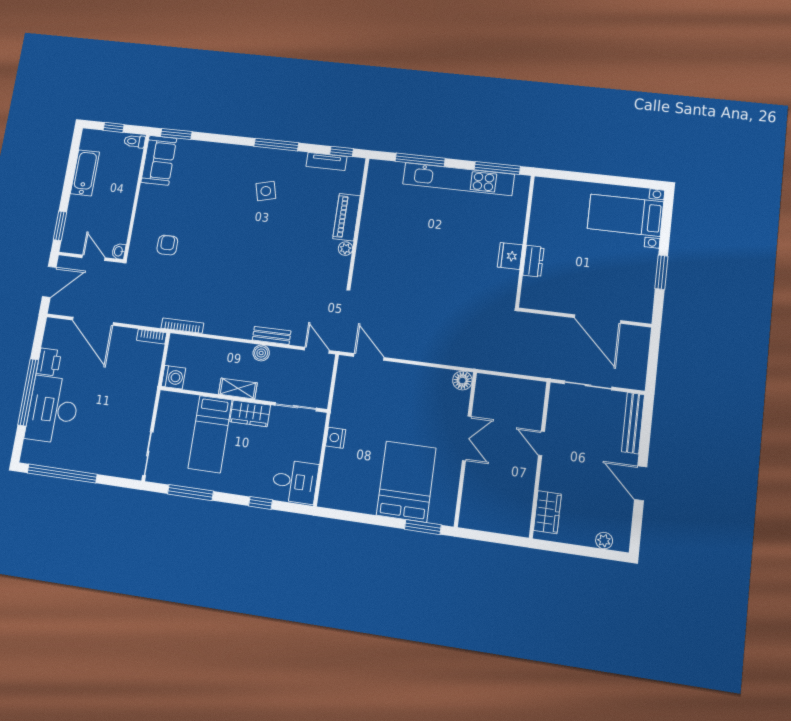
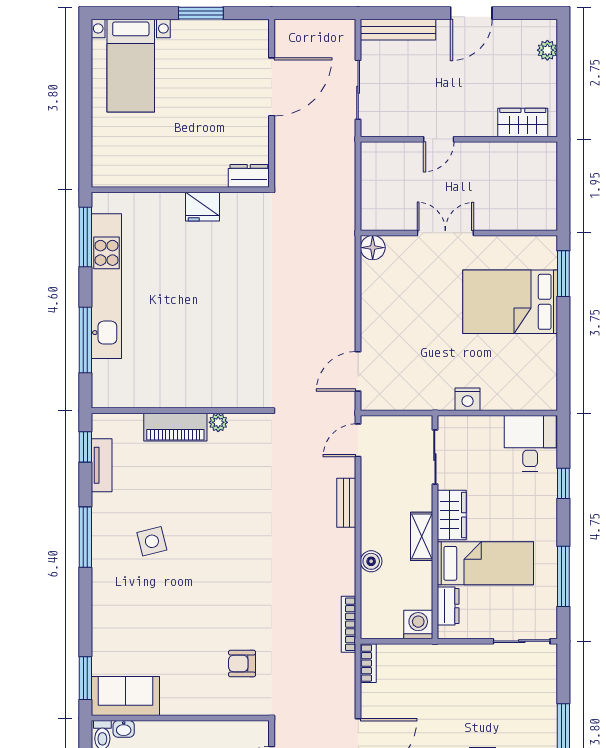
washbasin: (119, 251) -> (124, 729), moved
dresser: (533, 261) -> (249, 176), moved
boiler: (261, 353) -> (371, 561), moved
dresser: (183, 401) -> (448, 606), added

